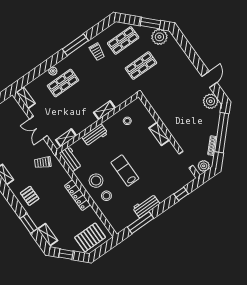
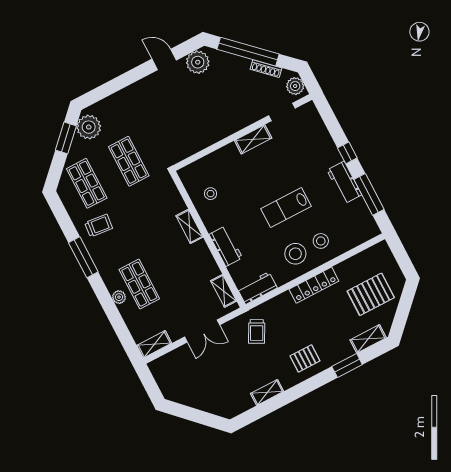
shelving: (159, 134) -> (253, 139), moved
window: (181, 194) -> (347, 153), moved
pallet: (90, 237) -> (371, 294), moved, turned 90
window: (66, 254) -> (402, 315), removed

